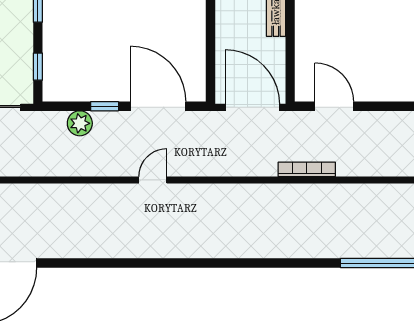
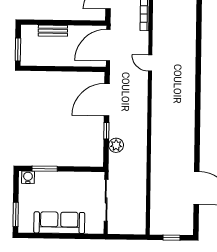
window: (38, 67) -> (83, 169), removed
door: (153, 180) -> (150, 63), moved

